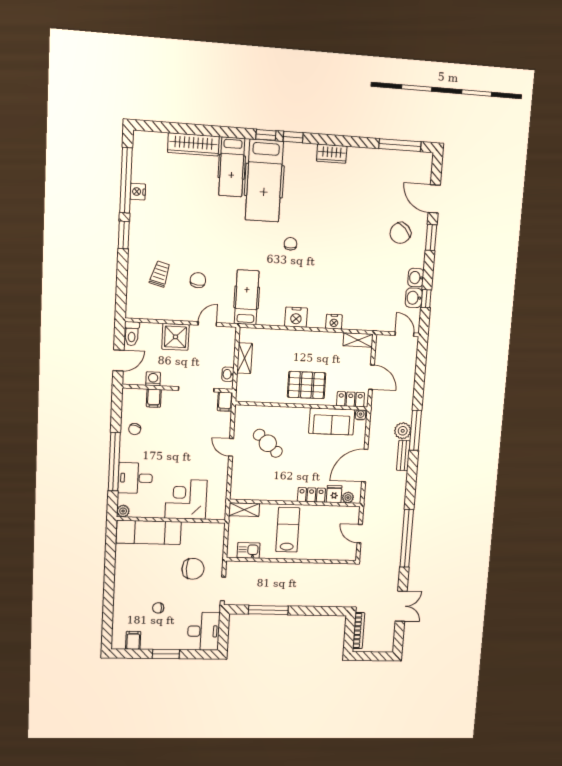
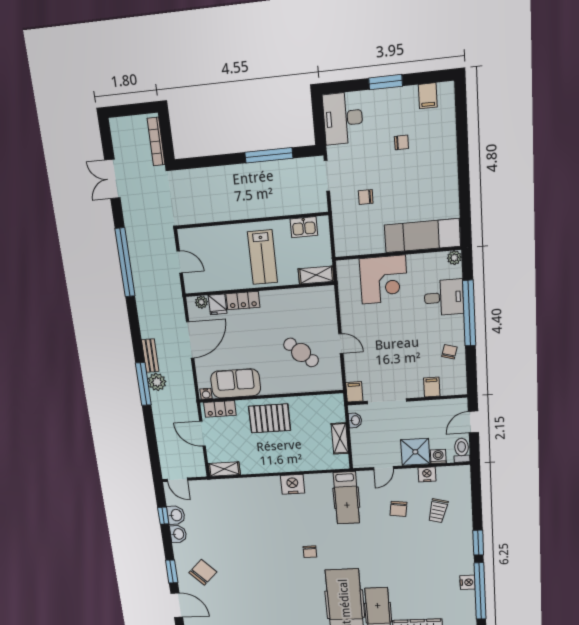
nightstand: (334, 322) -> (427, 474), moved
washing machine: (153, 379) -> (438, 456), moved, turned 180
chair: (193, 569) -> (366, 197), width x0.54, depth x0.54

